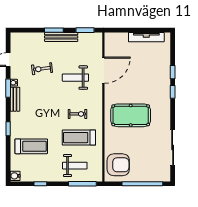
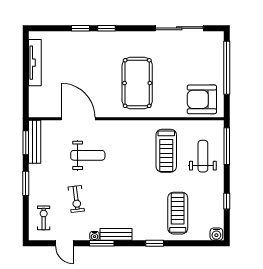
bench: (61, 37) -> (35, 142), moved
weight bench: (75, 78) -> (88, 155), turned -90
exercise bike: (78, 114) -> (44, 218), moved
armchair: (118, 165) -> (202, 99), turned -90

